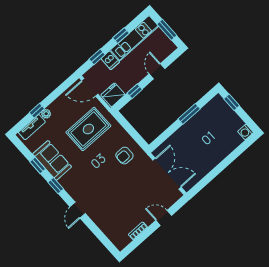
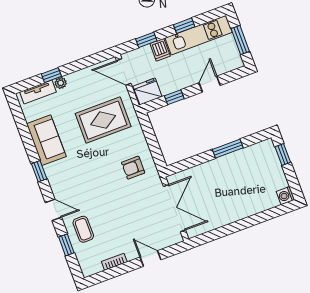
window: (38, 165) -> (66, 245), moved
door: (78, 210) -> (53, 210), swing flipped
coffee table: (105, 216) -> (83, 229), added

